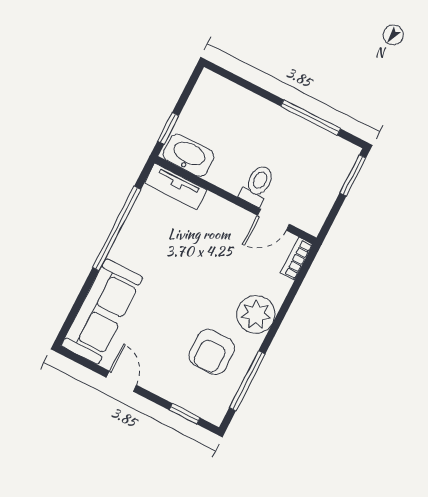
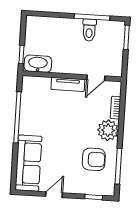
toilet: (258, 185) -> (89, 30), moved, turned 180
tv unit: (176, 186) -> (68, 84), moved
bookcase: (297, 259) -> (115, 108), moved
armchair: (212, 352) -> (94, 159), turned -90
door: (121, 381) -> (54, 195), hinge flipped

